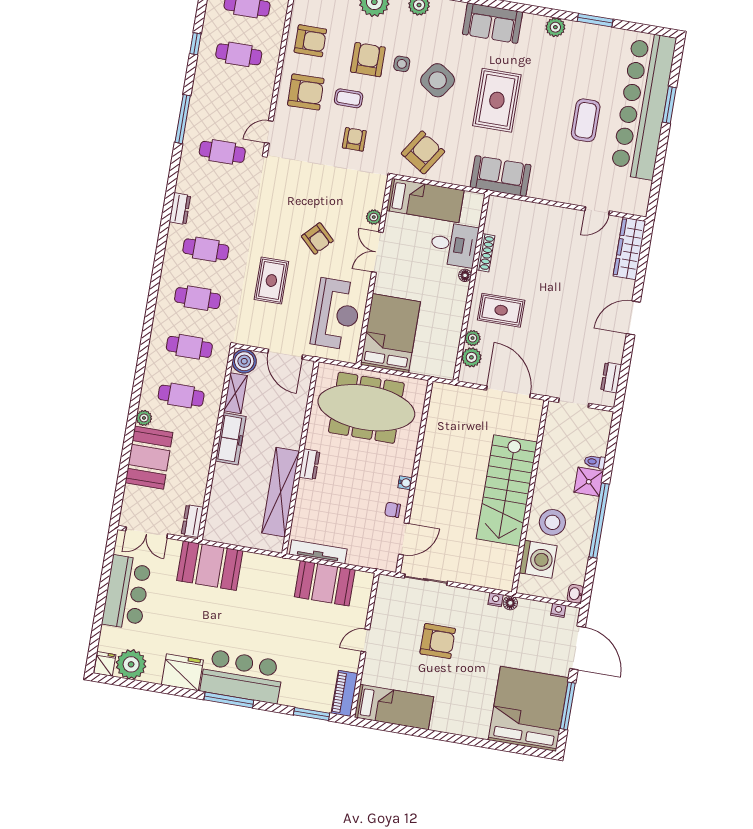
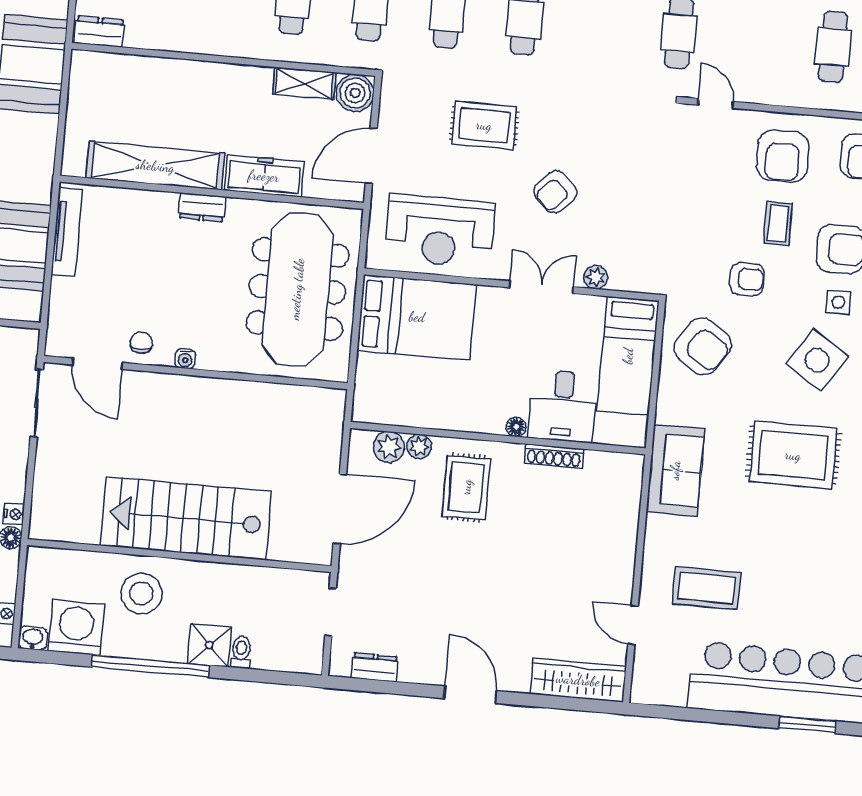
coffee table: (586, 120) -> (707, 588), moved
armchair: (354, 139) -> (747, 279), moved
freezer: (231, 439) -> (264, 176), moved, turned 180
washing machine: (538, 559) -> (76, 628), moved, turned 180

